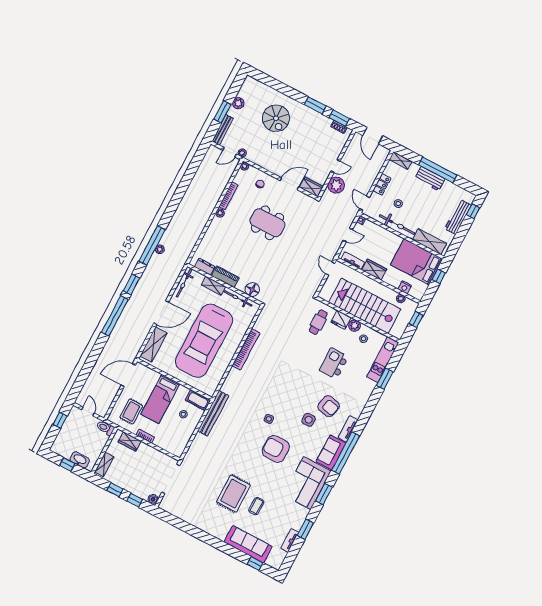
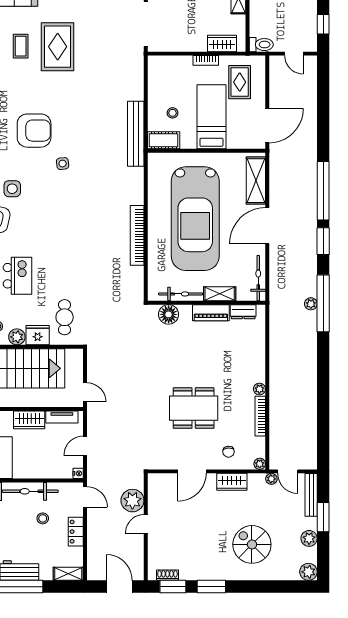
plant: (250, 83) -> (308, 572), added
door: (230, 152) -> (288, 471), swing flipped
wardrobe: (311, 187) -> (232, 482), moved
car: (204, 341) -> (195, 219), turned 180

